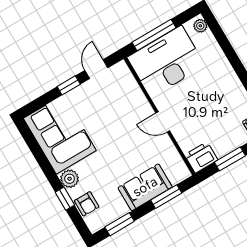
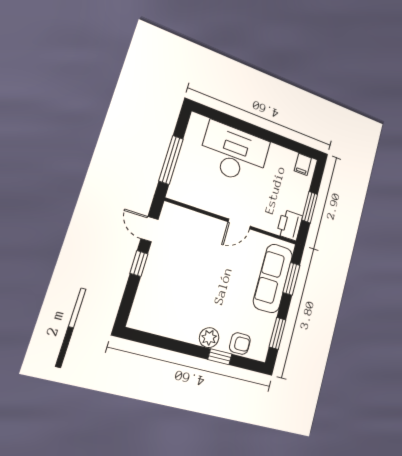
plant: (200, 26) -> (200, 122), removed
desk: (166, 61) -> (234, 153), moved, turned 90
corner sofa: (60, 134) -> (169, 310), removed
sofa: (145, 187) -> (273, 278), width x1.36

